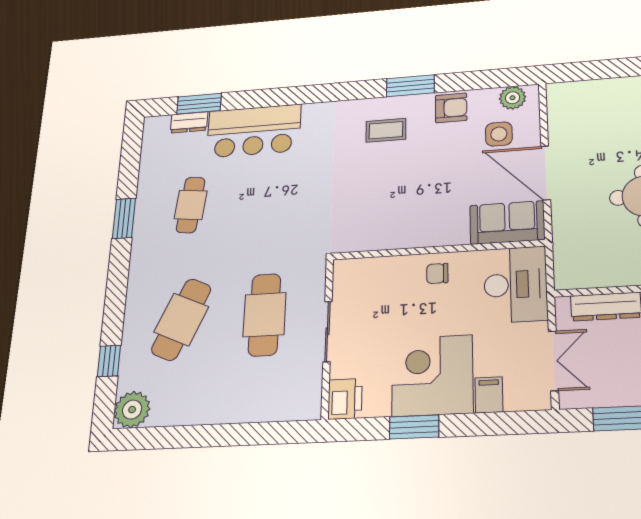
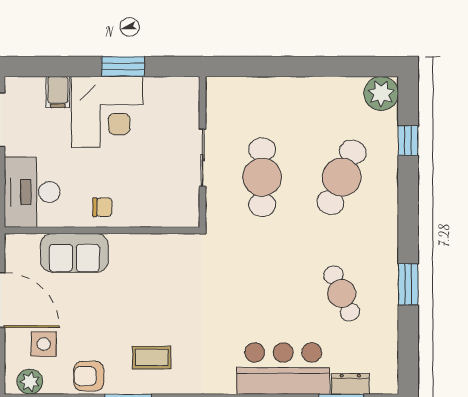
cafe table: (191, 205) -> (342, 293), turned -30
sofa: (507, 222) -> (74, 253), moved
printer: (345, 399) -> (185, 94), removed

